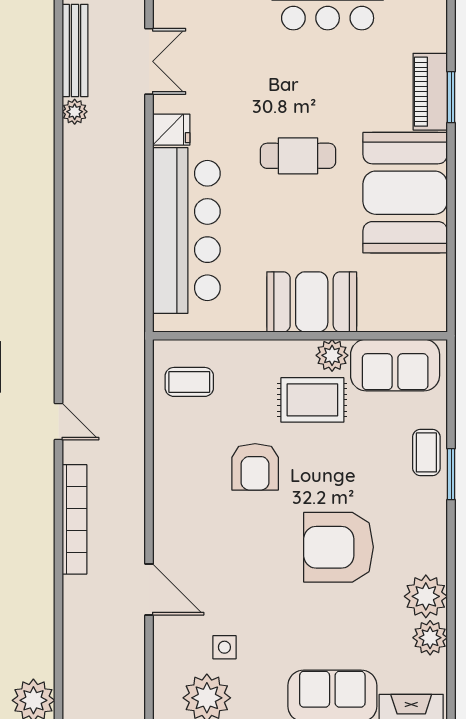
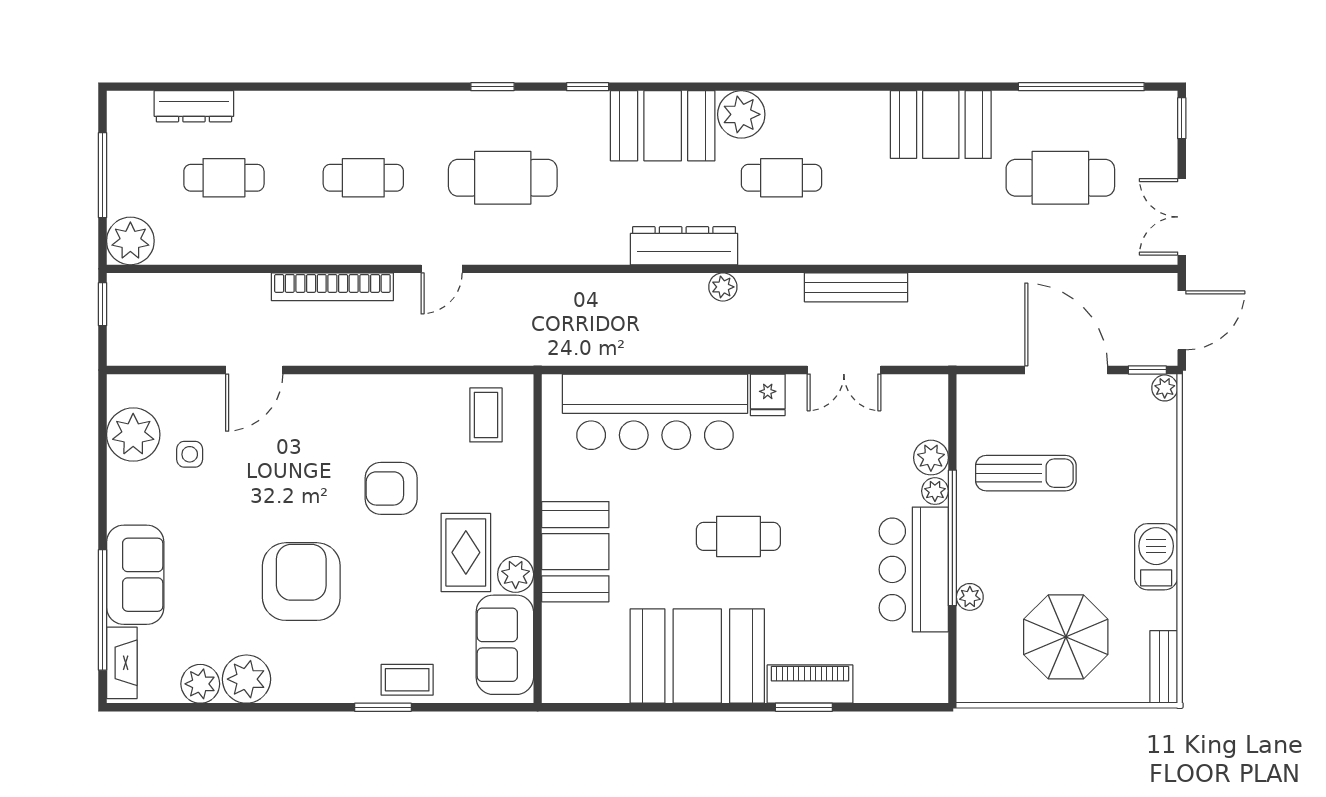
plant: (75, 112) -> (723, 287), moved
cafe table: (298, 156) -> (738, 536), turned 90
dresser: (38, 205) -> (684, 246), added

